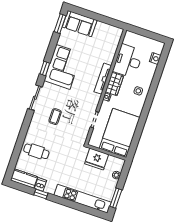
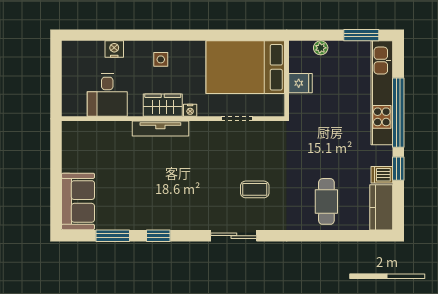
window: (60, 24) -> (113, 236), moved
nightstand: (155, 58) -> (114, 49), moved
desk: (128, 61) -> (107, 95), width x0.73
corner sofa: (63, 67) -> (164, 205), removed
window: (45, 69) -> (158, 236), moved
fridge: (97, 159) -> (301, 83), width x0.53, depth x0.75
window: (70, 204) -> (398, 113), added

